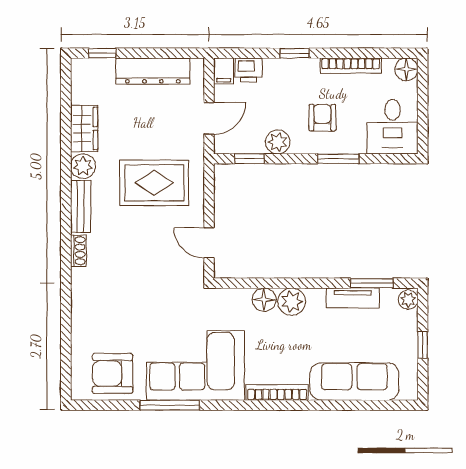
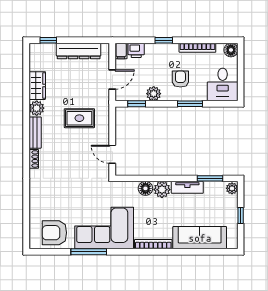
rug: (154, 183) -> (79, 118), width x0.73, depth x0.70
tv unit: (353, 298) -> (187, 187), moved

